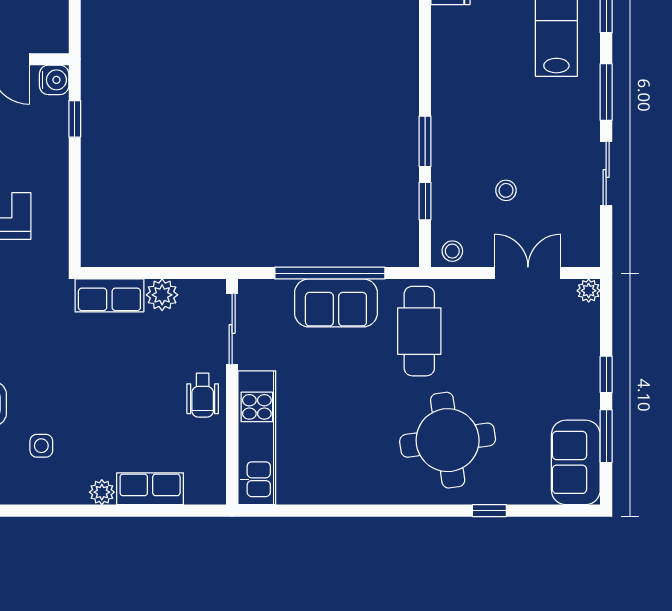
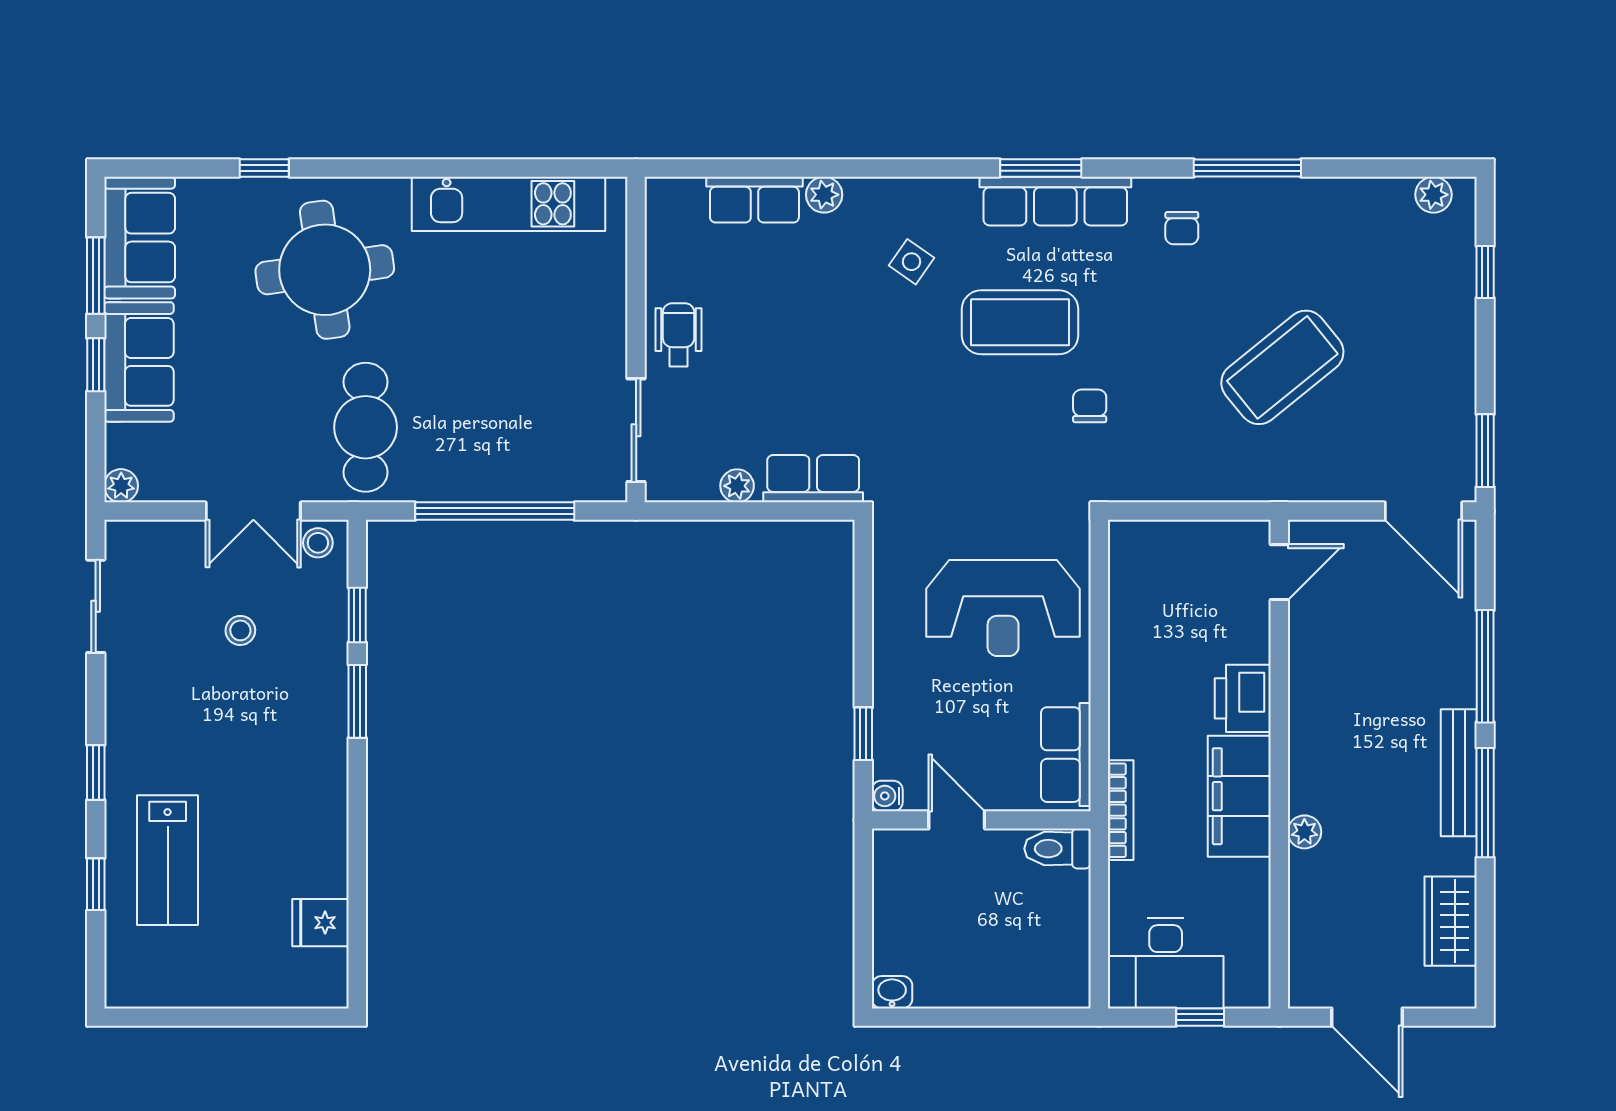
water cooler: (54, 80) -> (887, 796), width x0.72, depth x0.72
window: (606, 92) -> (96, 772), width x0.67
sliding door: (606, 173) -> (96, 606), moved
double door: (528, 273) -> (253, 511), moved
plant: (162, 295) -> (737, 486), width x0.73, depth x0.73
sofa: (336, 303) -> (139, 362), moved, turned 90
kitchen unit: (257, 438) -> (508, 204), moved, turned -90
side table: (41, 446) -> (912, 262), turned 35

